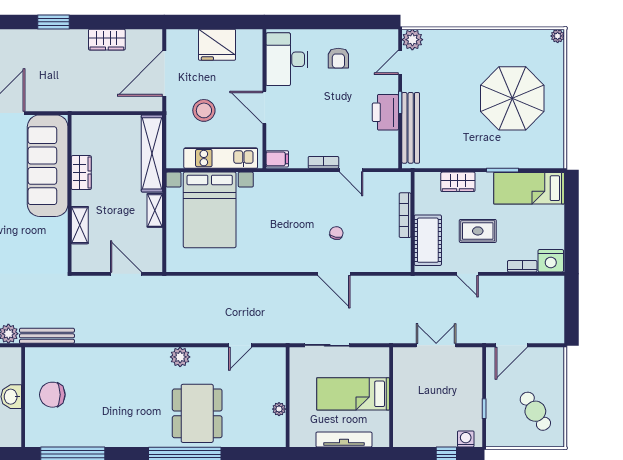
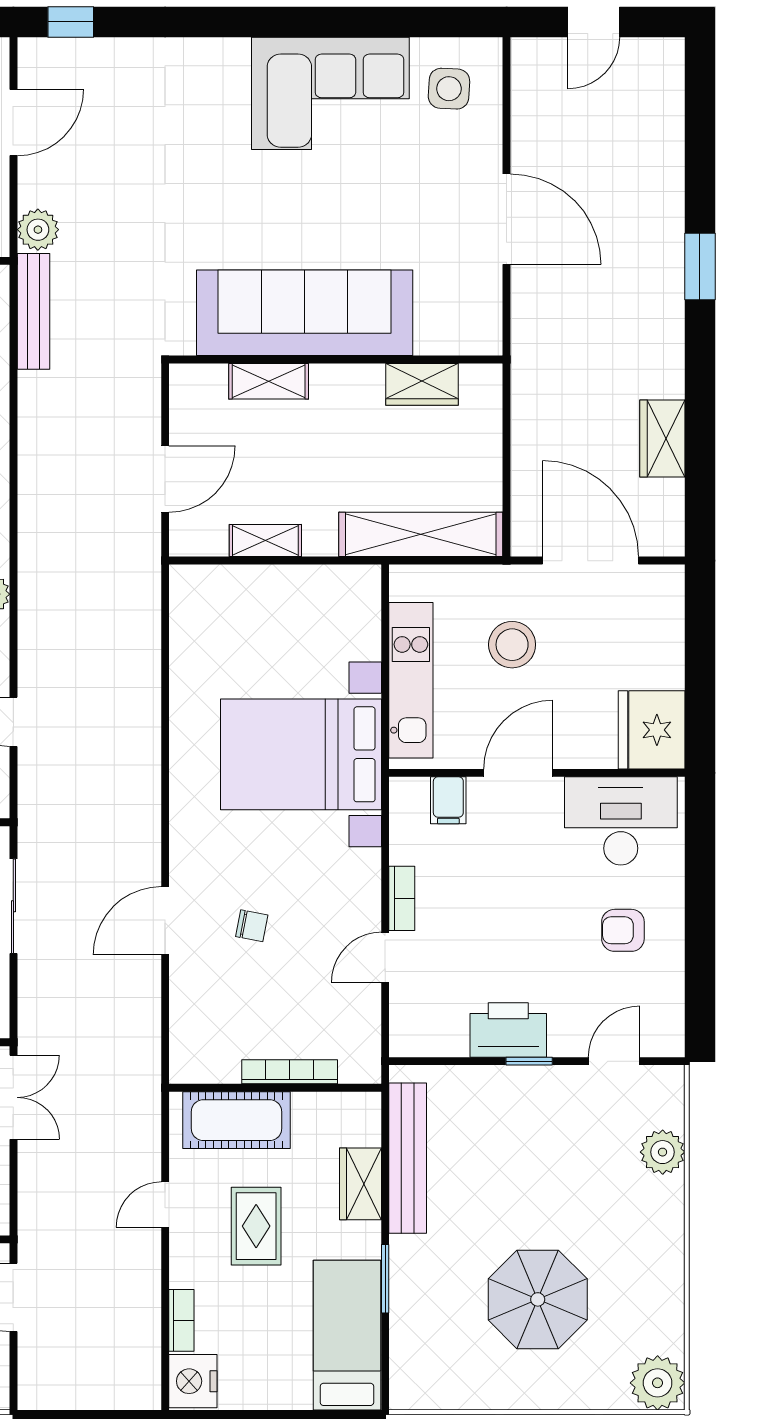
window: (54, 22) -> (700, 266), moved
plant: (558, 36) -> (658, 1383), width x1.88, depth x1.88
plant: (412, 40) -> (663, 1152), moved
fridge: (217, 45) -> (652, 730), moved
door: (400, 62) -> (614, 1061), hinge flipped
parasol: (512, 98) -> (538, 1299), width x0.73, depth x0.73
bench: (411, 128) -> (408, 1158), moved, turned 90
filing cabinet: (277, 159) -> (448, 800), moved
sofa: (48, 166) -> (305, 313), moved
wardrobe: (81, 173) -> (422, 384), moved
shelving: (155, 210) -> (265, 541), moved
bed with nightstands: (210, 210) -> (301, 754), moved
double door: (436, 345) -> (13, 1097), moved

